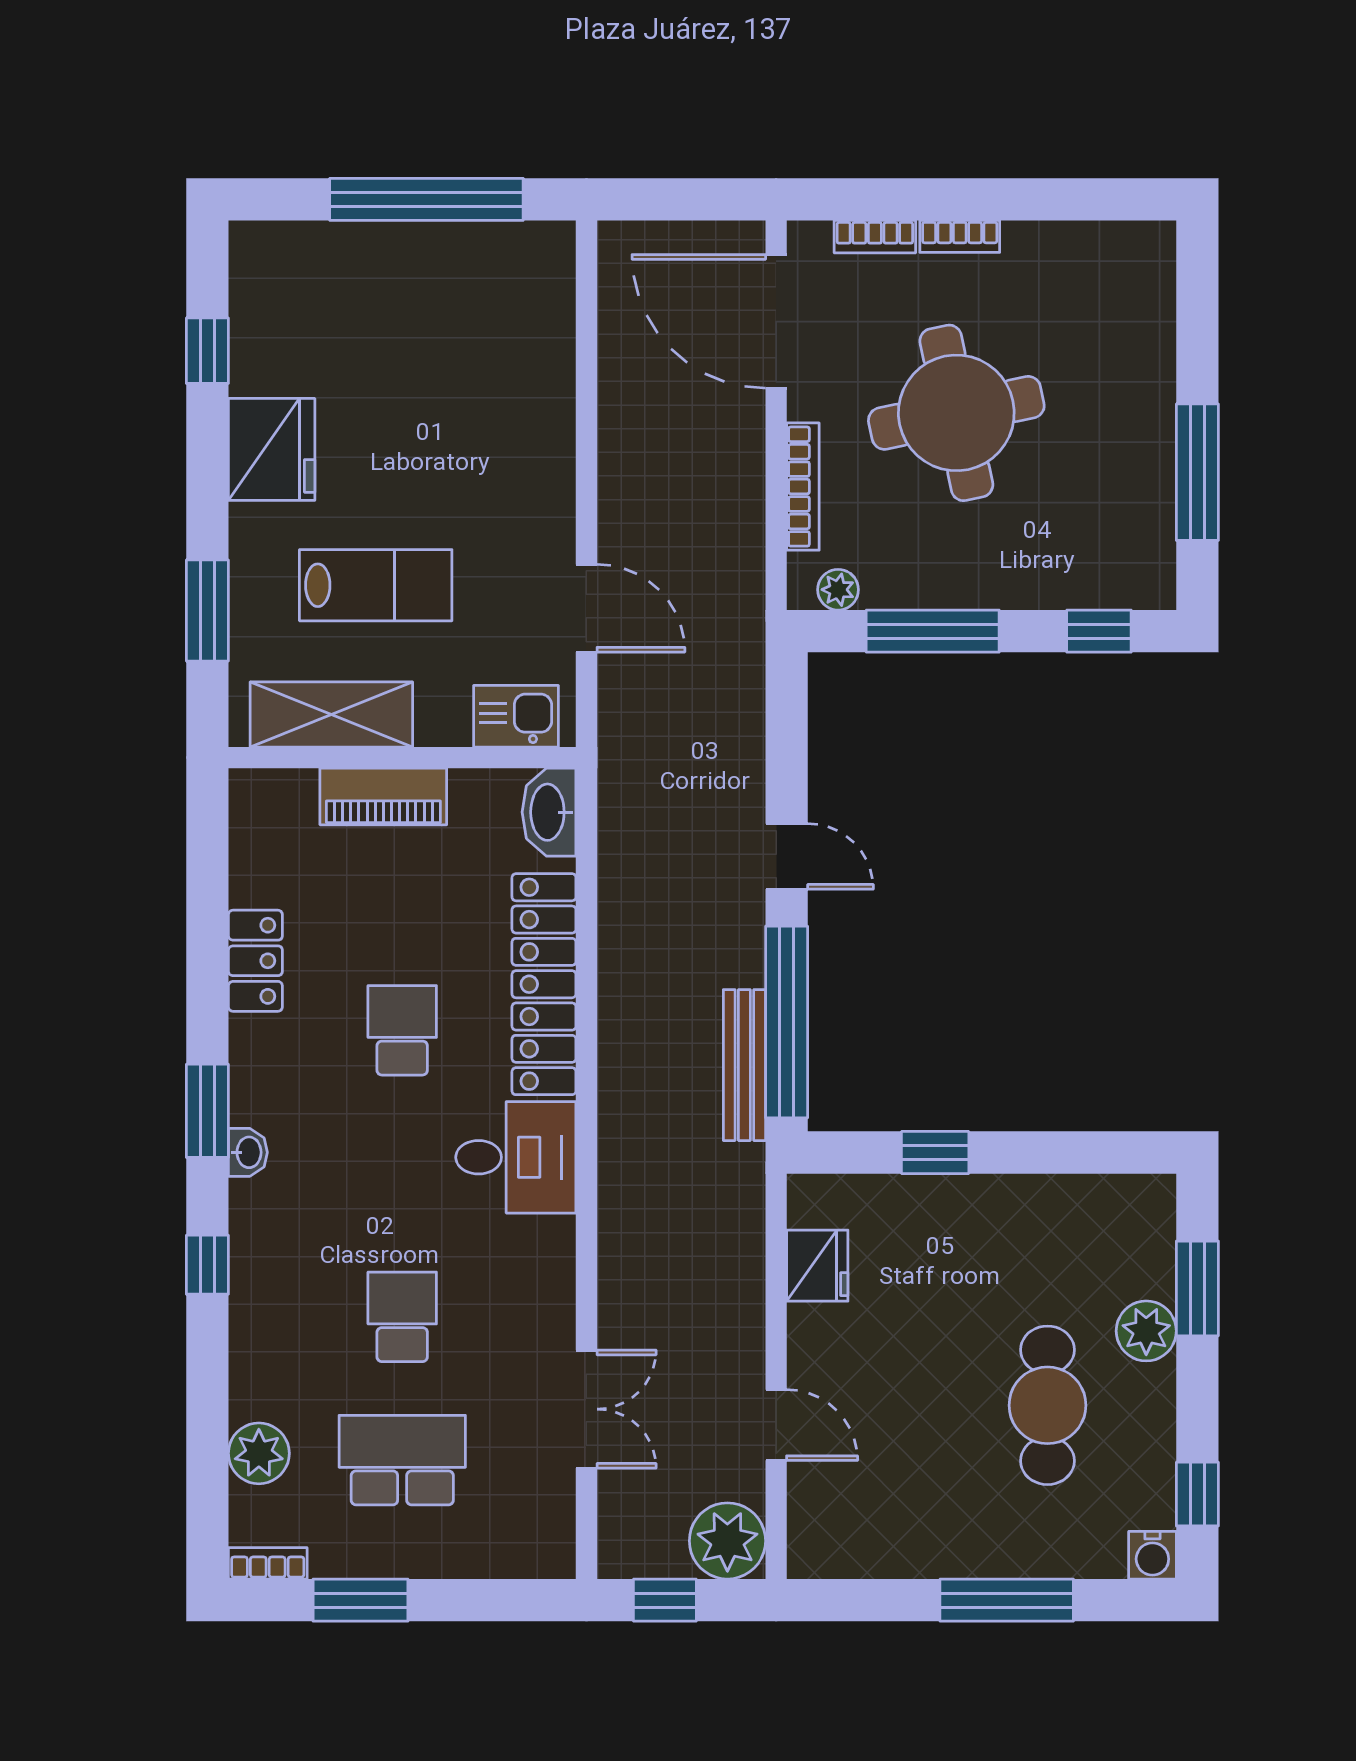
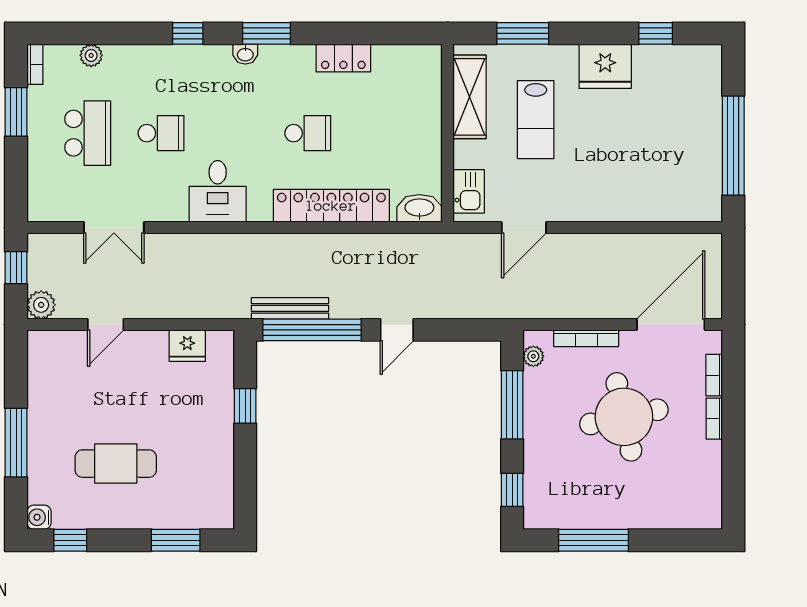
piano: (383, 796) -> (428, 123), removed
desk: (516, 1157) -> (218, 191), moved
plant: (1146, 1331) -> (154, 514), removed
plant: (259, 1453) -> (91, 55), width x0.73, depth x0.73
plant: (727, 1541) -> (41, 305), width x0.73, depth x0.73

